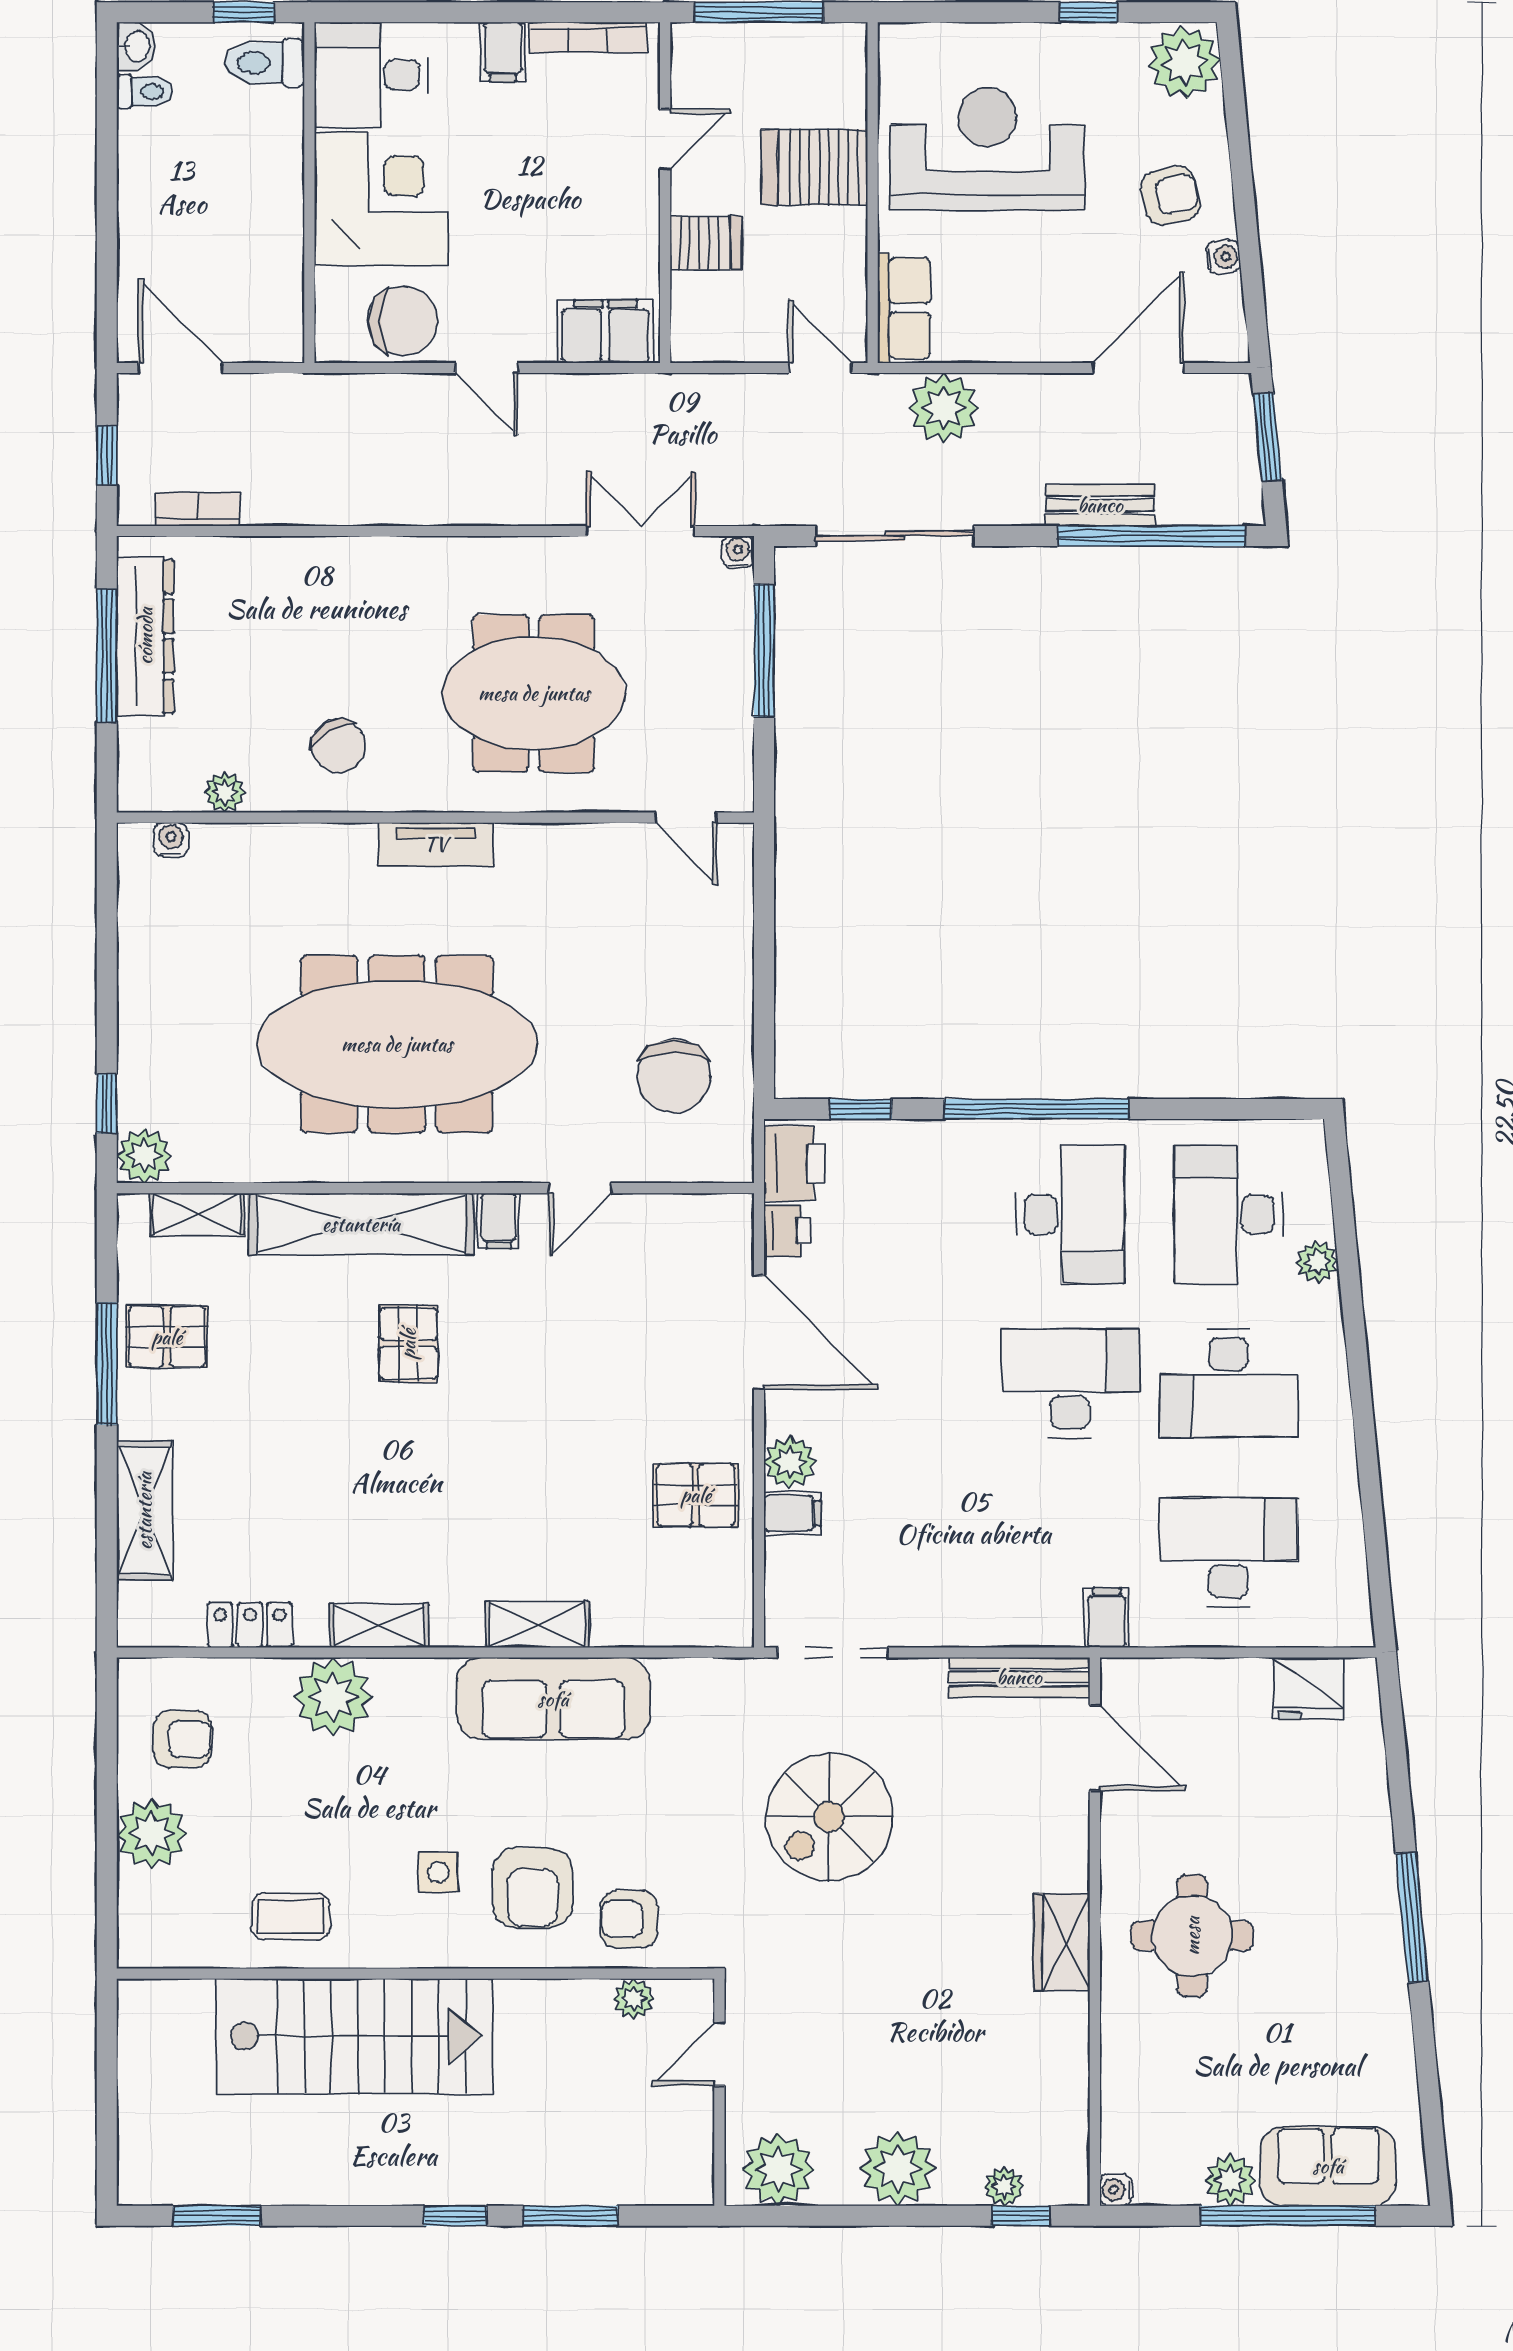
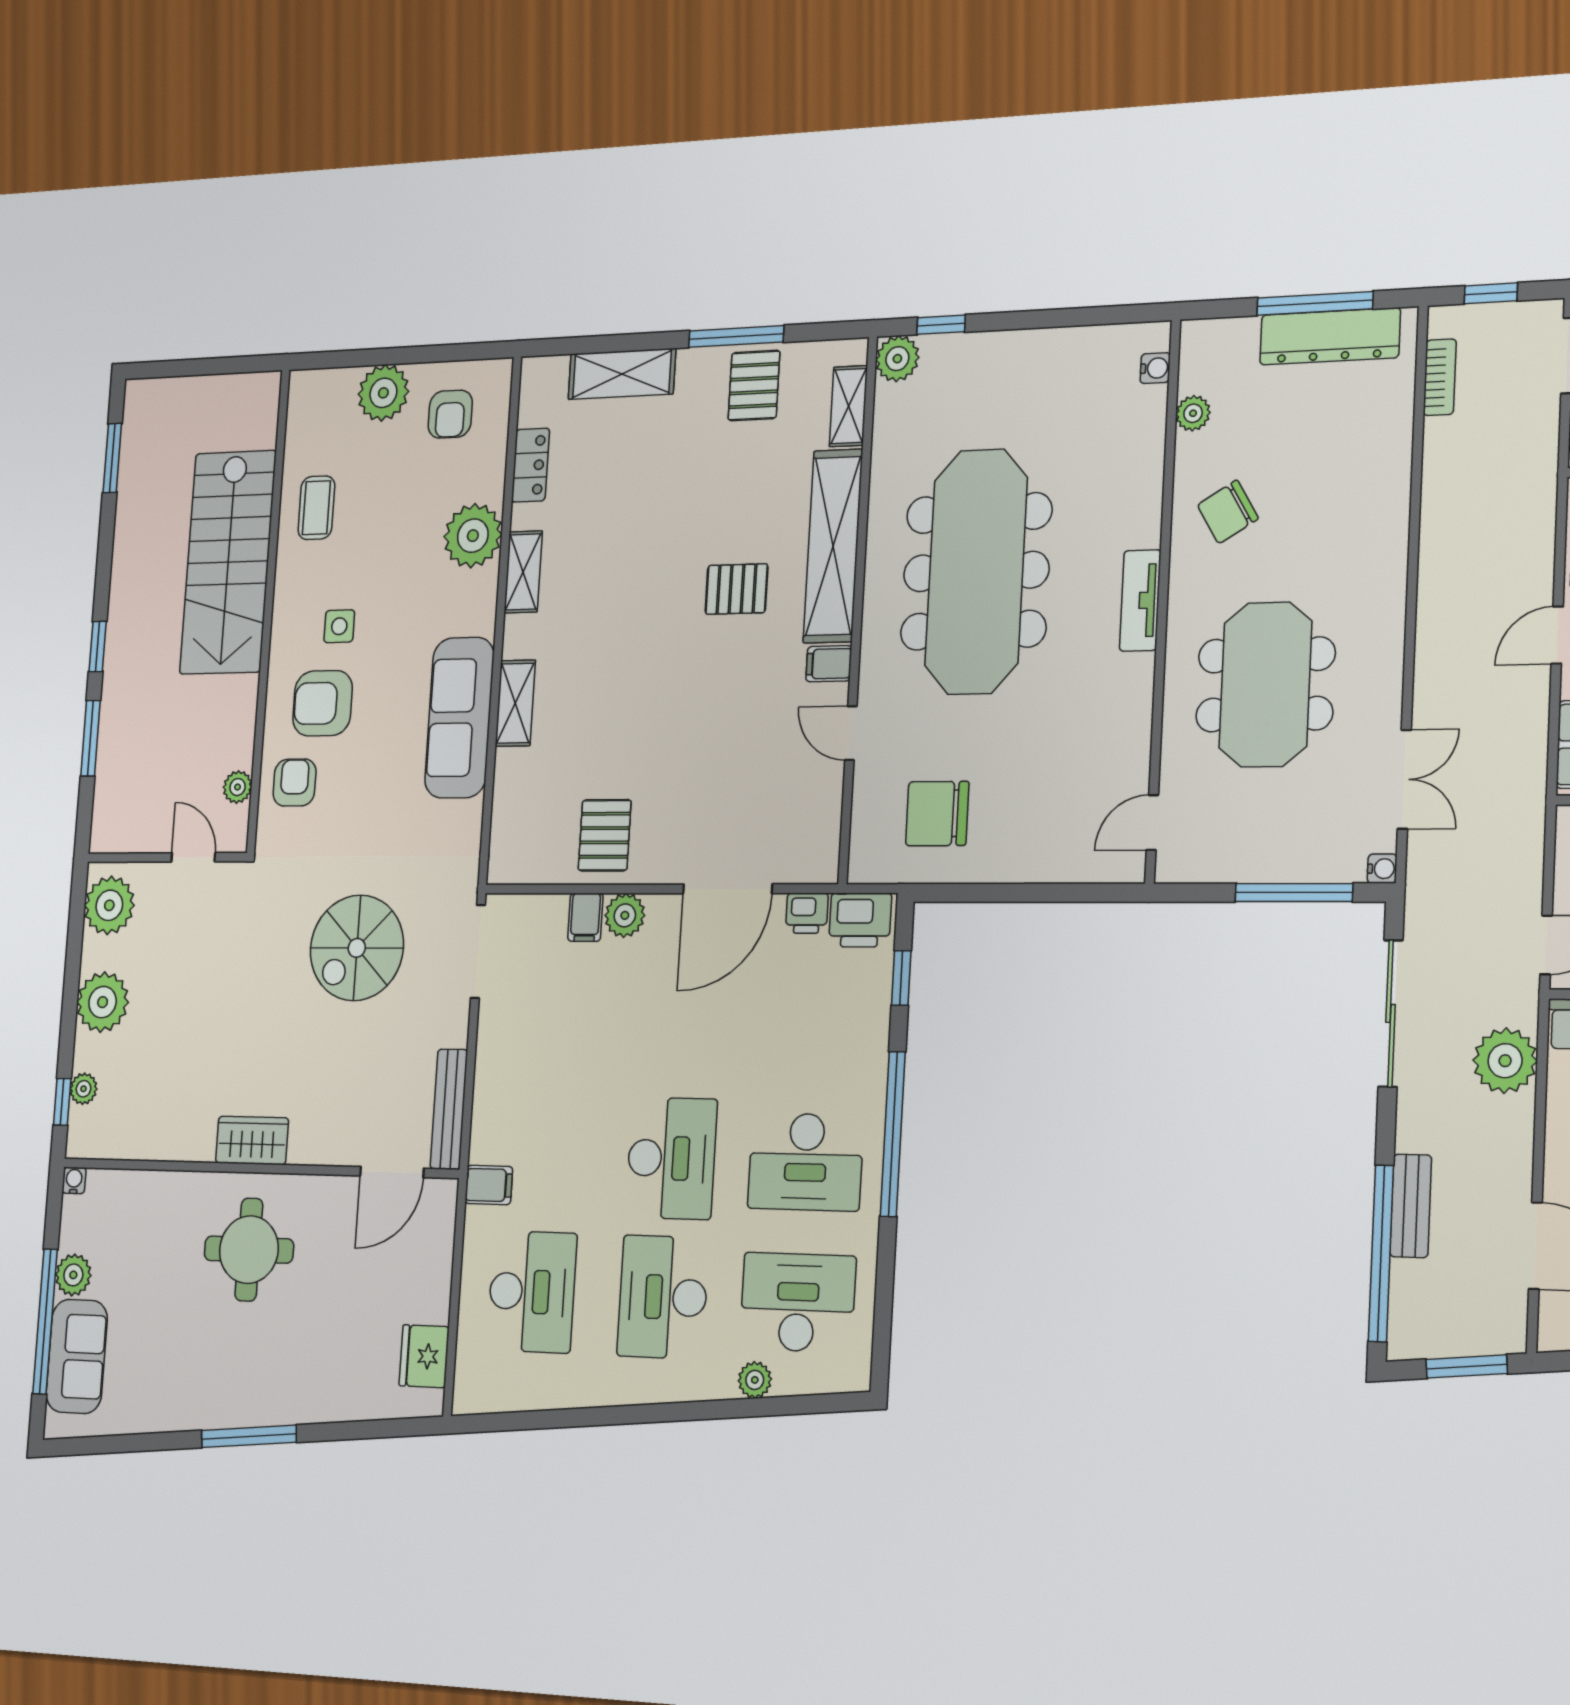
spiral stairs: (829, 1817) -> (357, 948), turned -90

